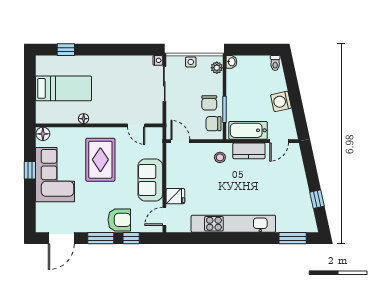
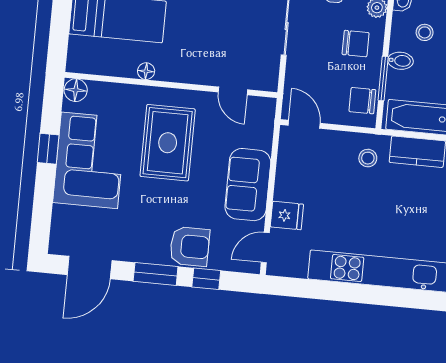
stool: (246, 80) -> (425, 32), added
bidet: (234, 98) -> (400, 61), added
chair: (209, 103) -> (356, 44), moved, turned -90

